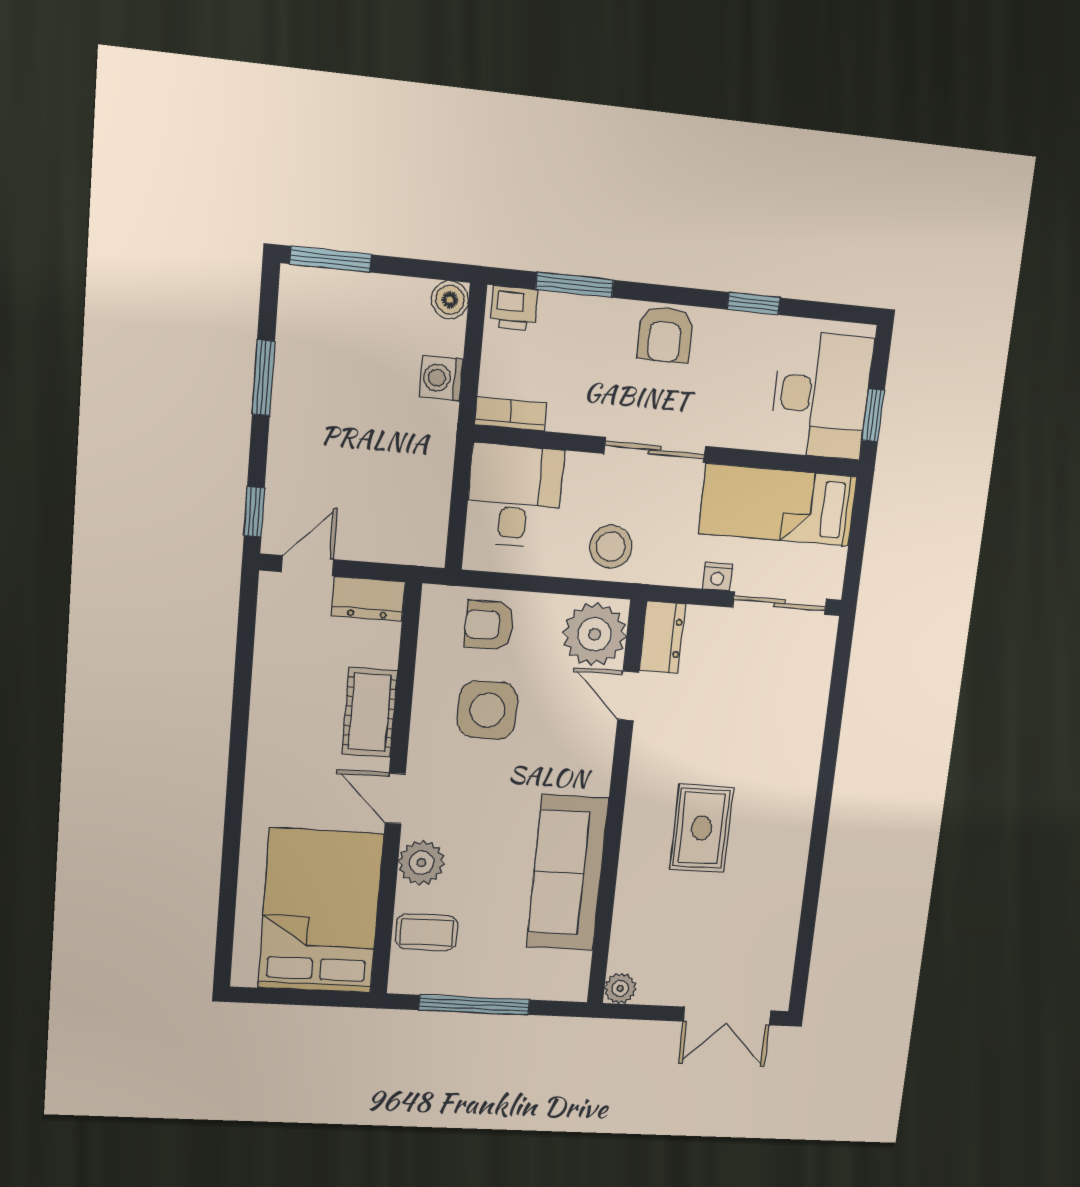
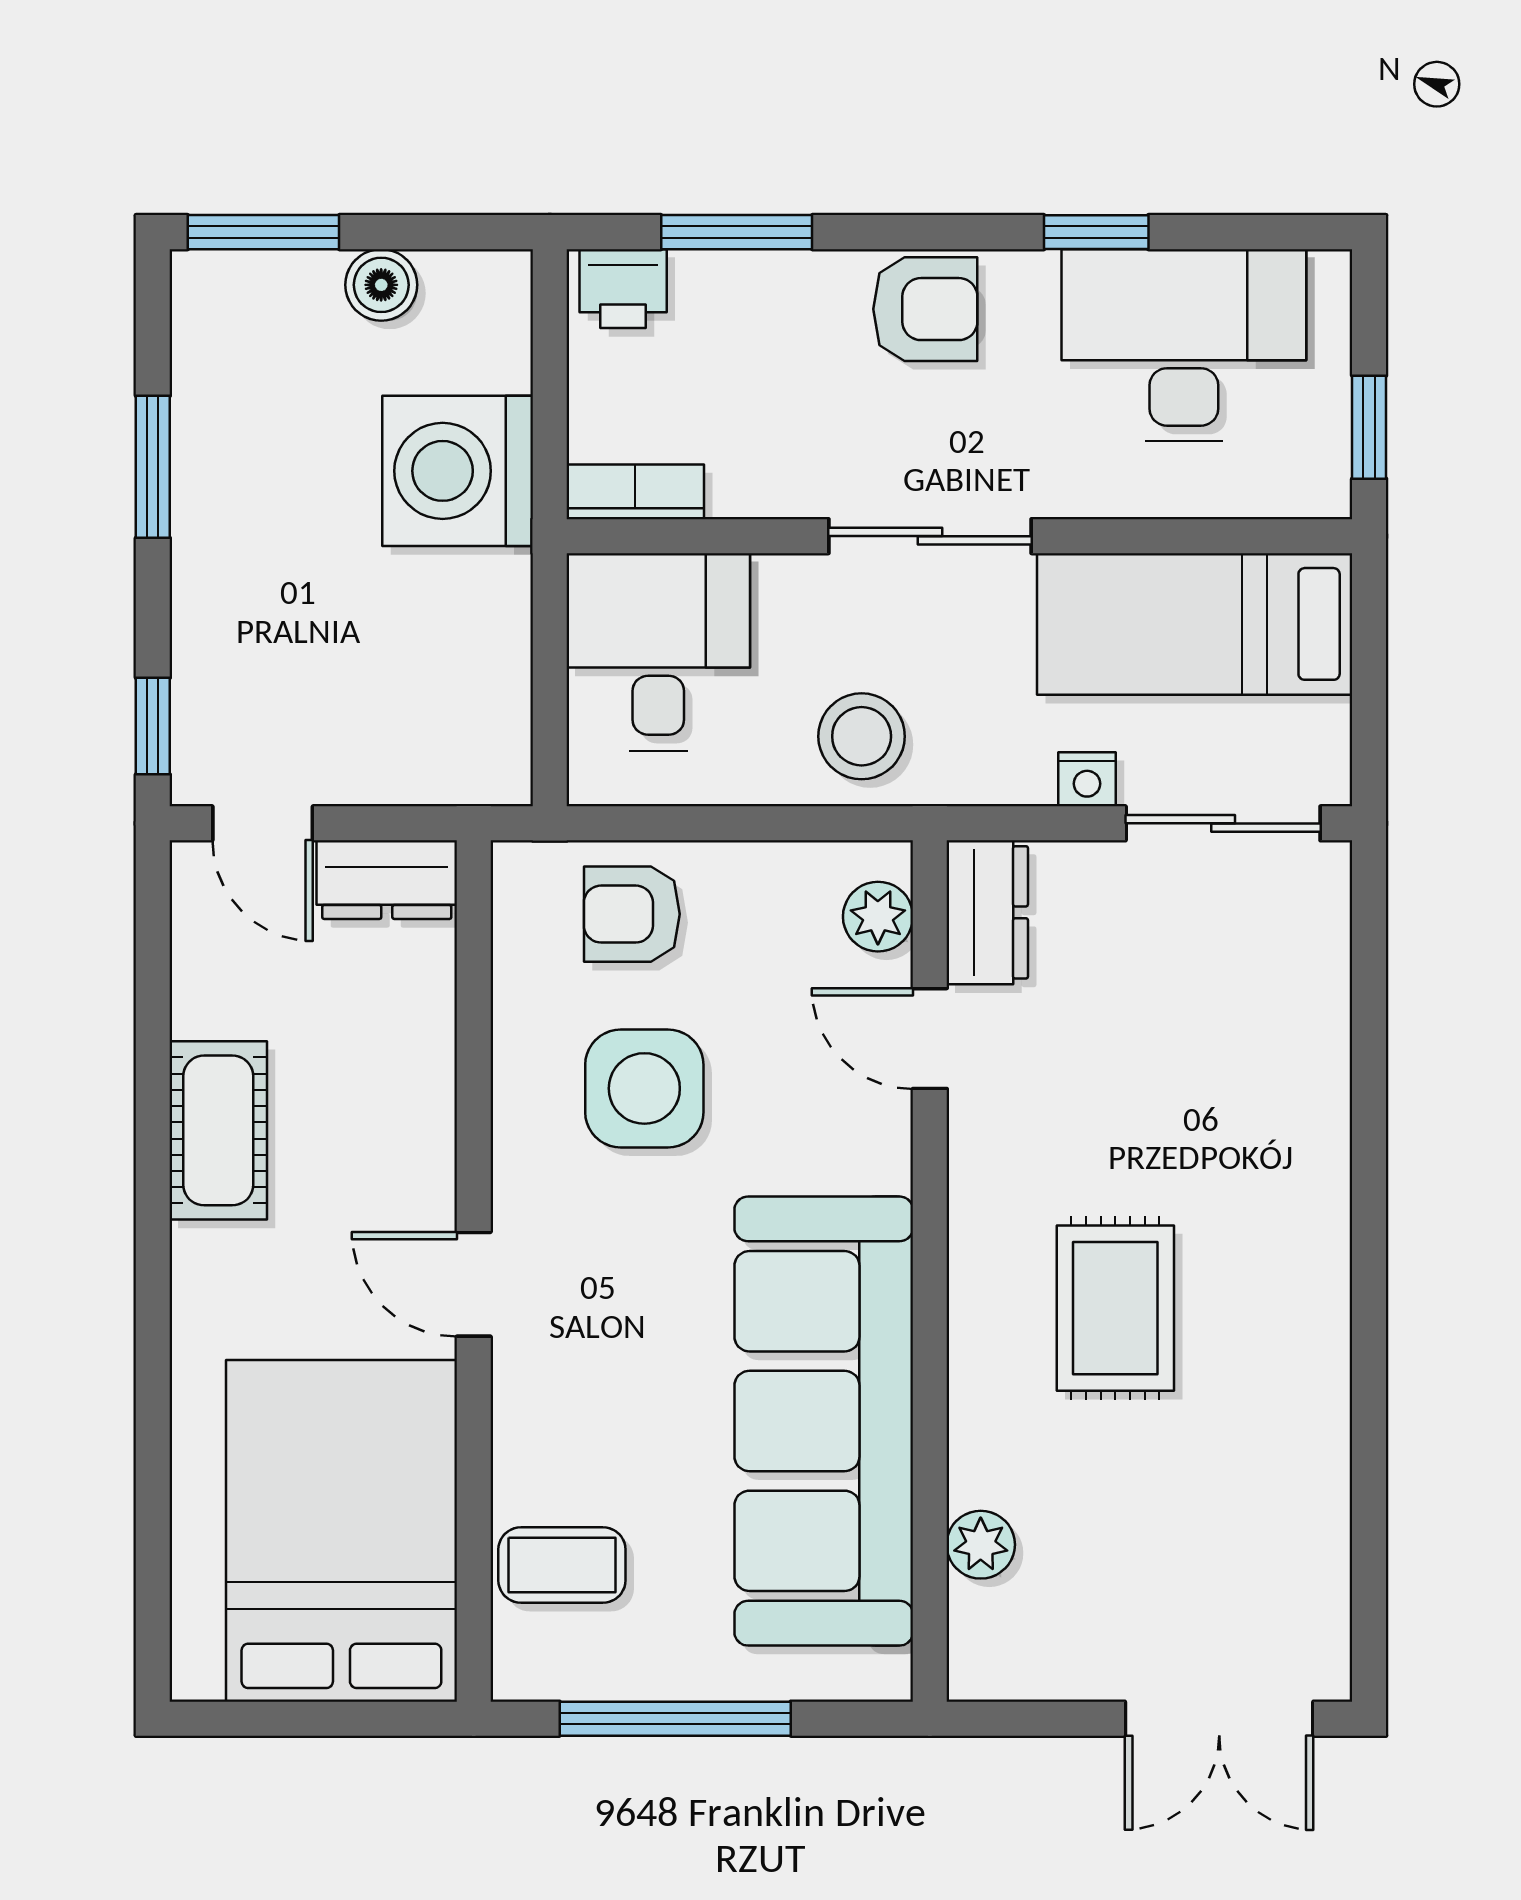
boiler: (450, 300) -> (381, 285), moved
armchair: (665, 334) -> (925, 309), turned -90
washing machine: (441, 378) -> (458, 471), width x1.89, depth x1.89
desk: (821, 395) -> (1184, 345), moved, turned -90
door: (307, 566) -> (263, 823), swing flipped
plant: (595, 634) -> (878, 917), width x0.53, depth x0.53
cot: (370, 712) -> (218, 1130), moved
plant: (421, 863) -> (538, 1416), removed
sofa: (567, 873) -> (824, 1421), width x1.36, depth x1.27
plant: (620, 988) -> (981, 1545), moved

